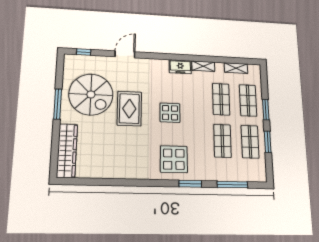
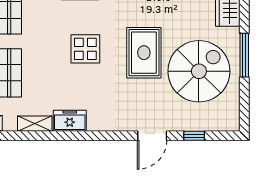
window: (84, 52) -> (194, 136), moved
spiral stairs: (91, 94) -> (199, 71), turned 90

